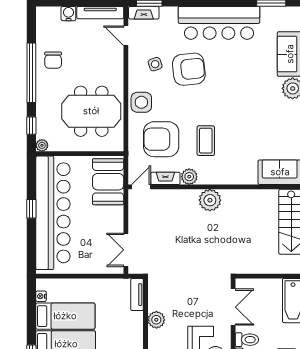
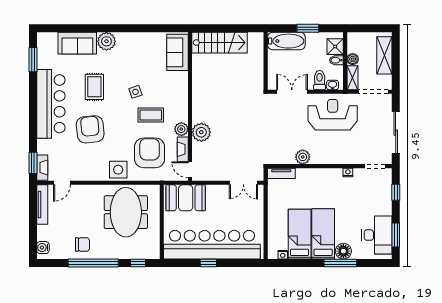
water cooler: (68, 14) -> (43, 248), moved
side table: (155, 64) -> (135, 92), moved
rug: (239, 74) -> (94, 87), added
armchair: (161, 139) -> (150, 153), turned 180
plant: (42, 145) -> (155, 254), removed
plant: (210, 200) -> (201, 132), moved

